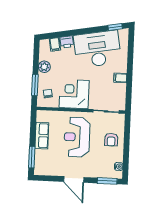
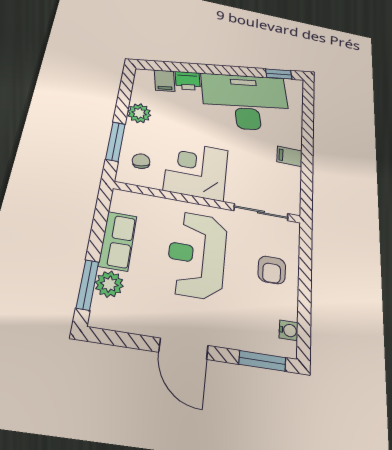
plant: (41, 156) -> (109, 284), added

